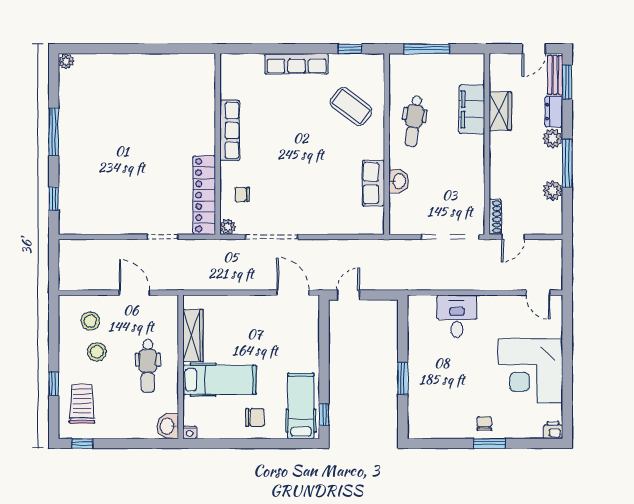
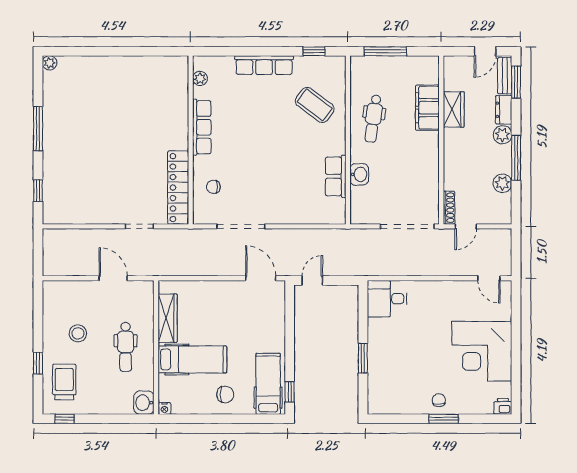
plant: (228, 227) -> (200, 78), moved
desk: (457, 316) -> (387, 299), moved, turned -90
stool: (90, 321) -> (72, 305), removed

